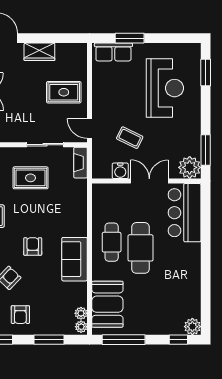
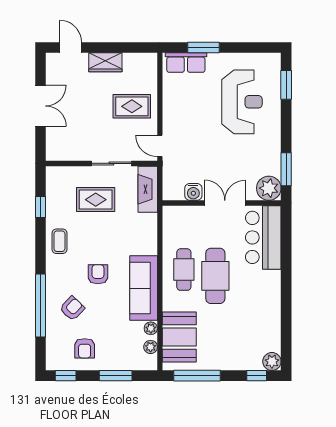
coffee table: (130, 138) -> (204, 156), removed
fireplace: (81, 163) -> (148, 189), width x1.37, depth x1.32
sofa: (75, 259) -> (144, 288), width x1.36
plant: (81, 327) -> (151, 328), moved

